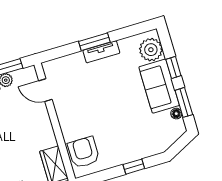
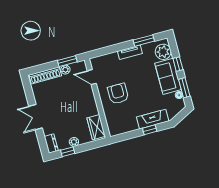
window: (94, 42) -> (144, 41), moved
fireplace: (138, 150) -> (153, 119), added
armchair: (84, 152) -> (118, 94), moved

